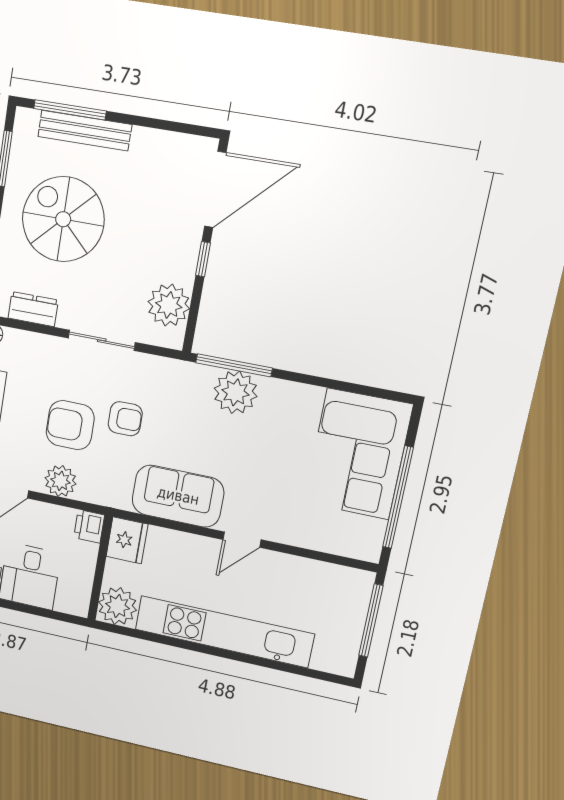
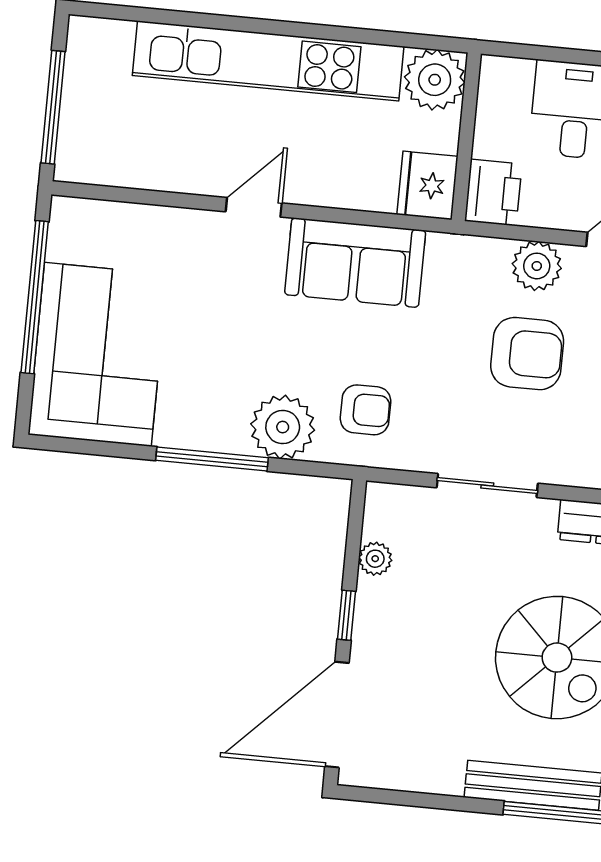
plant: (169, 305) -> (375, 559), width x0.53, depth x0.53
window: (234, 365) -> (212, 459), moved
armchair: (125, 419) -> (366, 410), moved, turned 180
printer: (89, 526) -> (493, 193), width x1.36, depth x1.24

